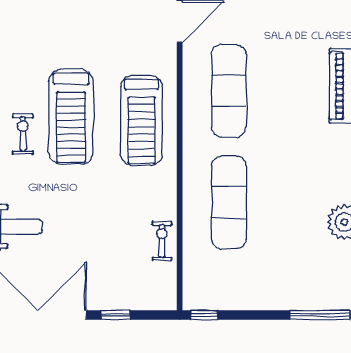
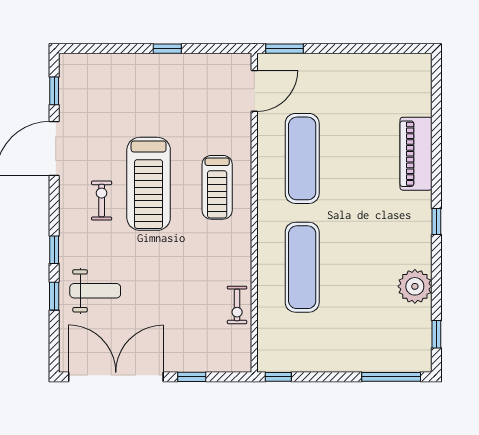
treadmill: (142, 120) -> (217, 187), width x0.73, depth x0.73
exercise bike: (162, 241) -> (237, 305), turned 180

